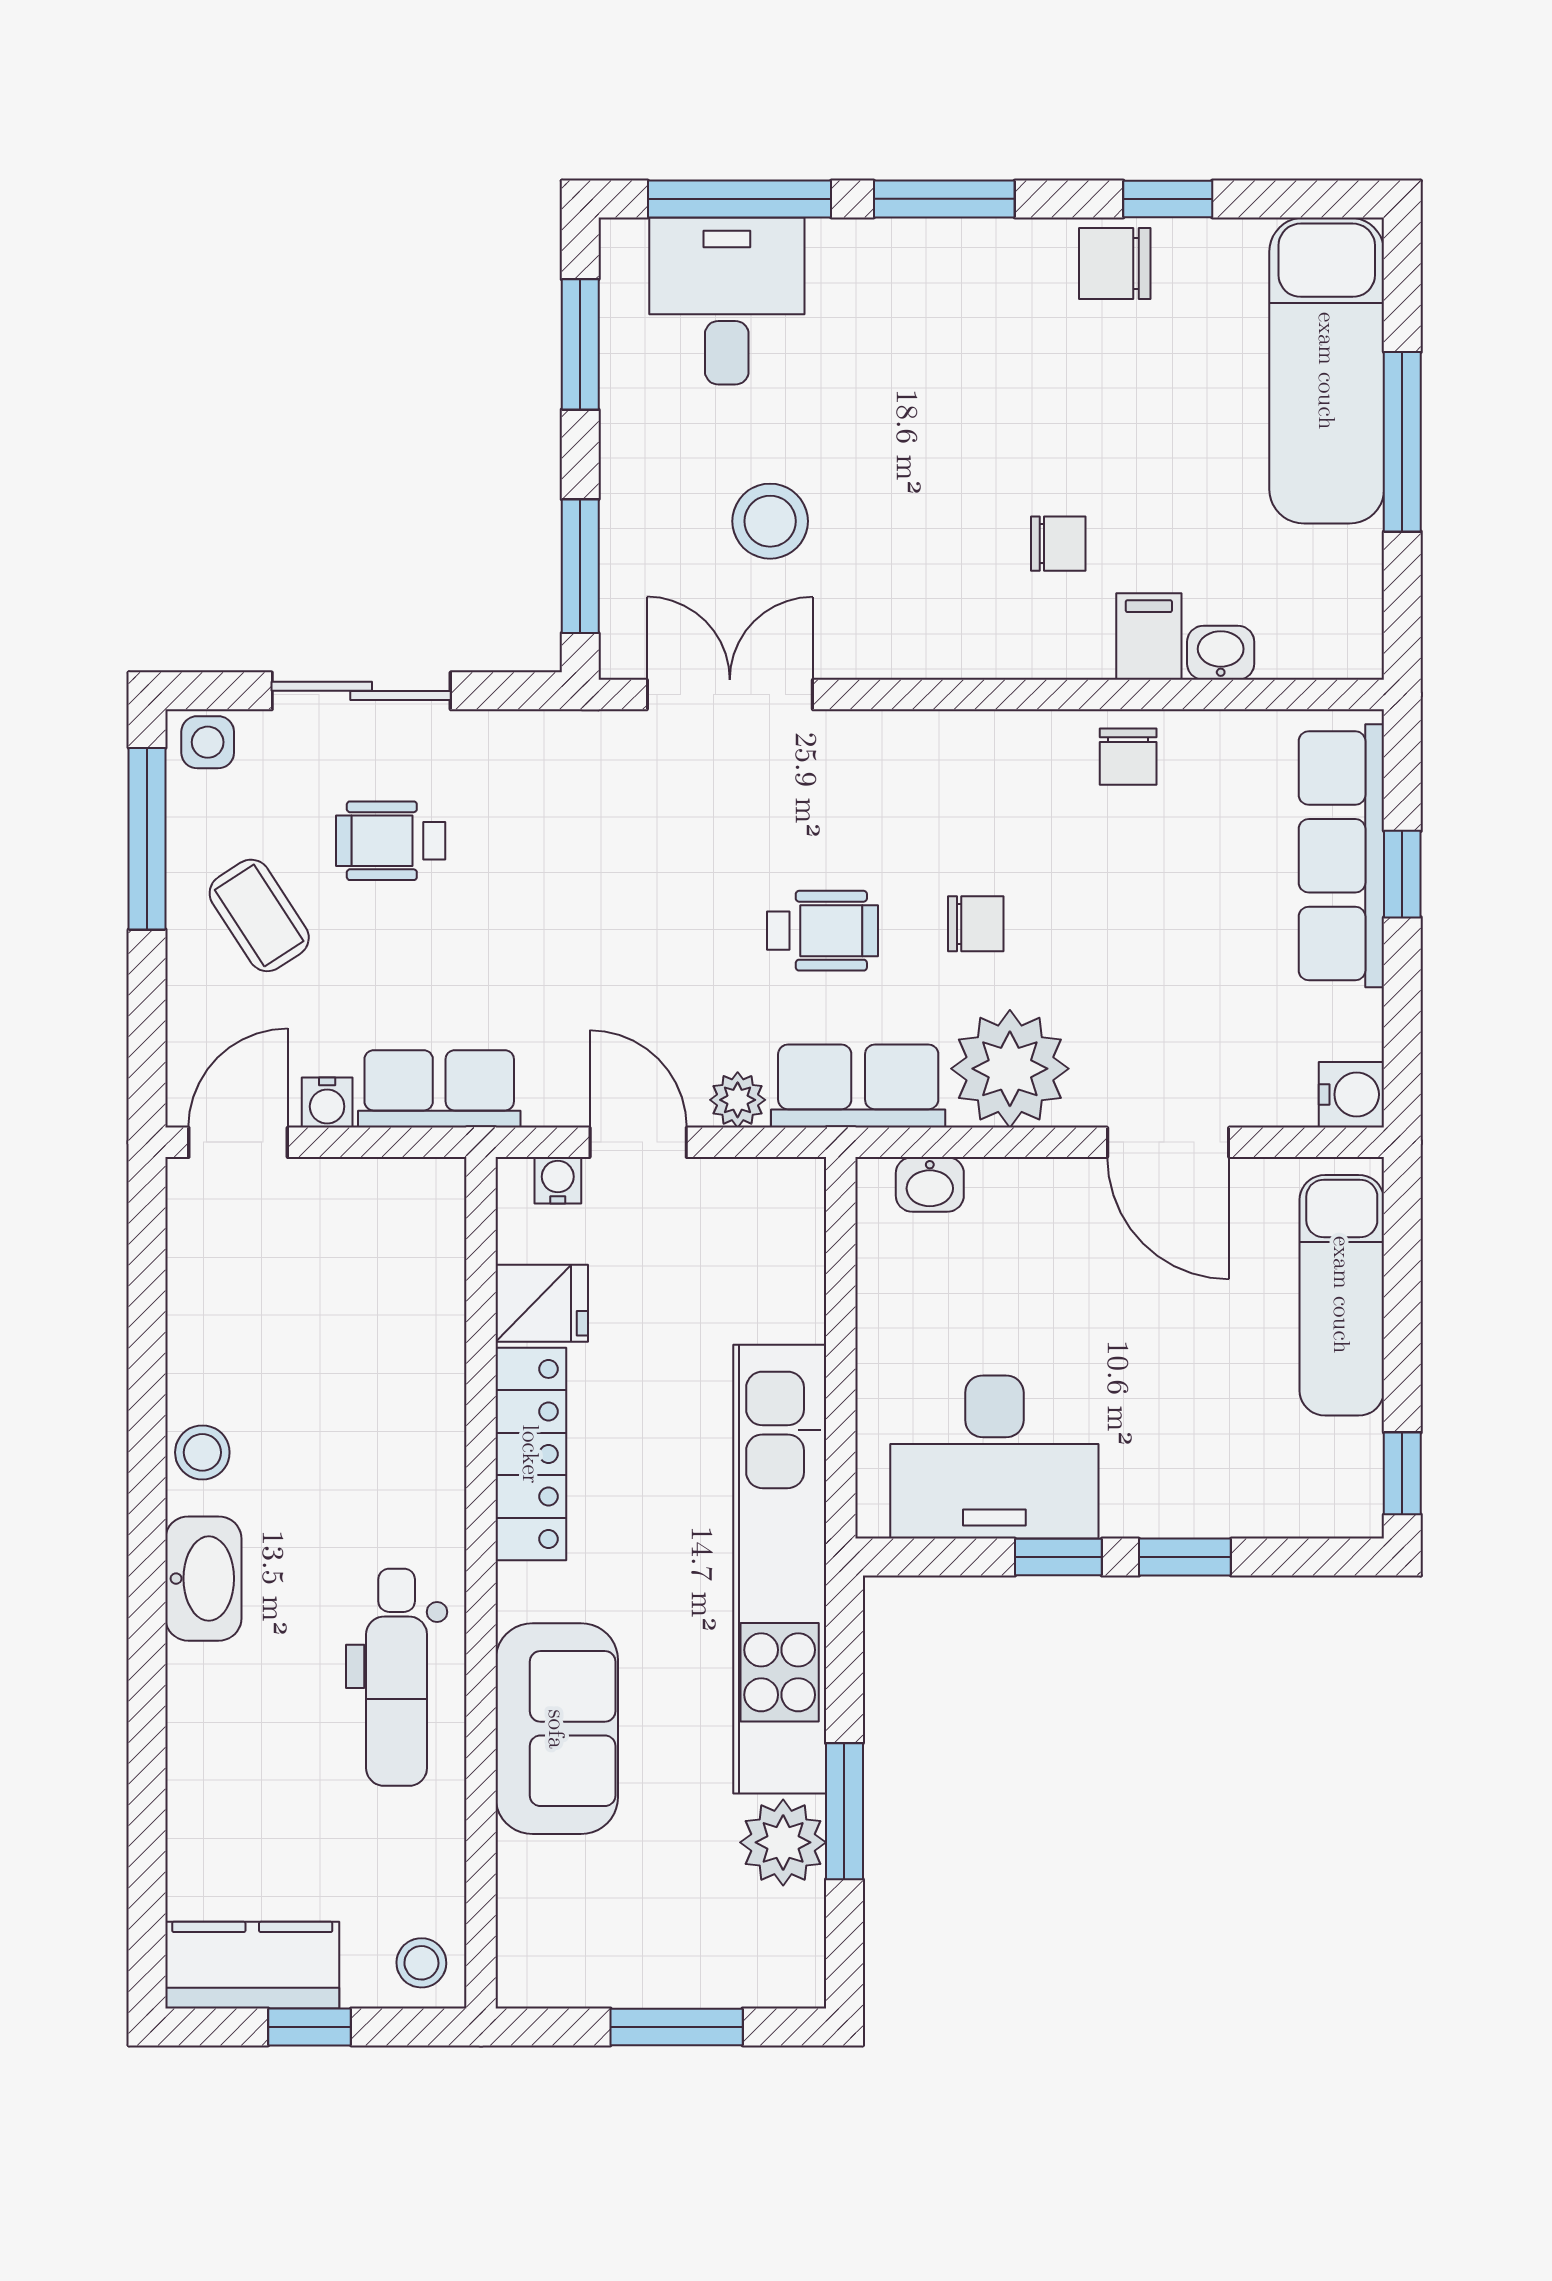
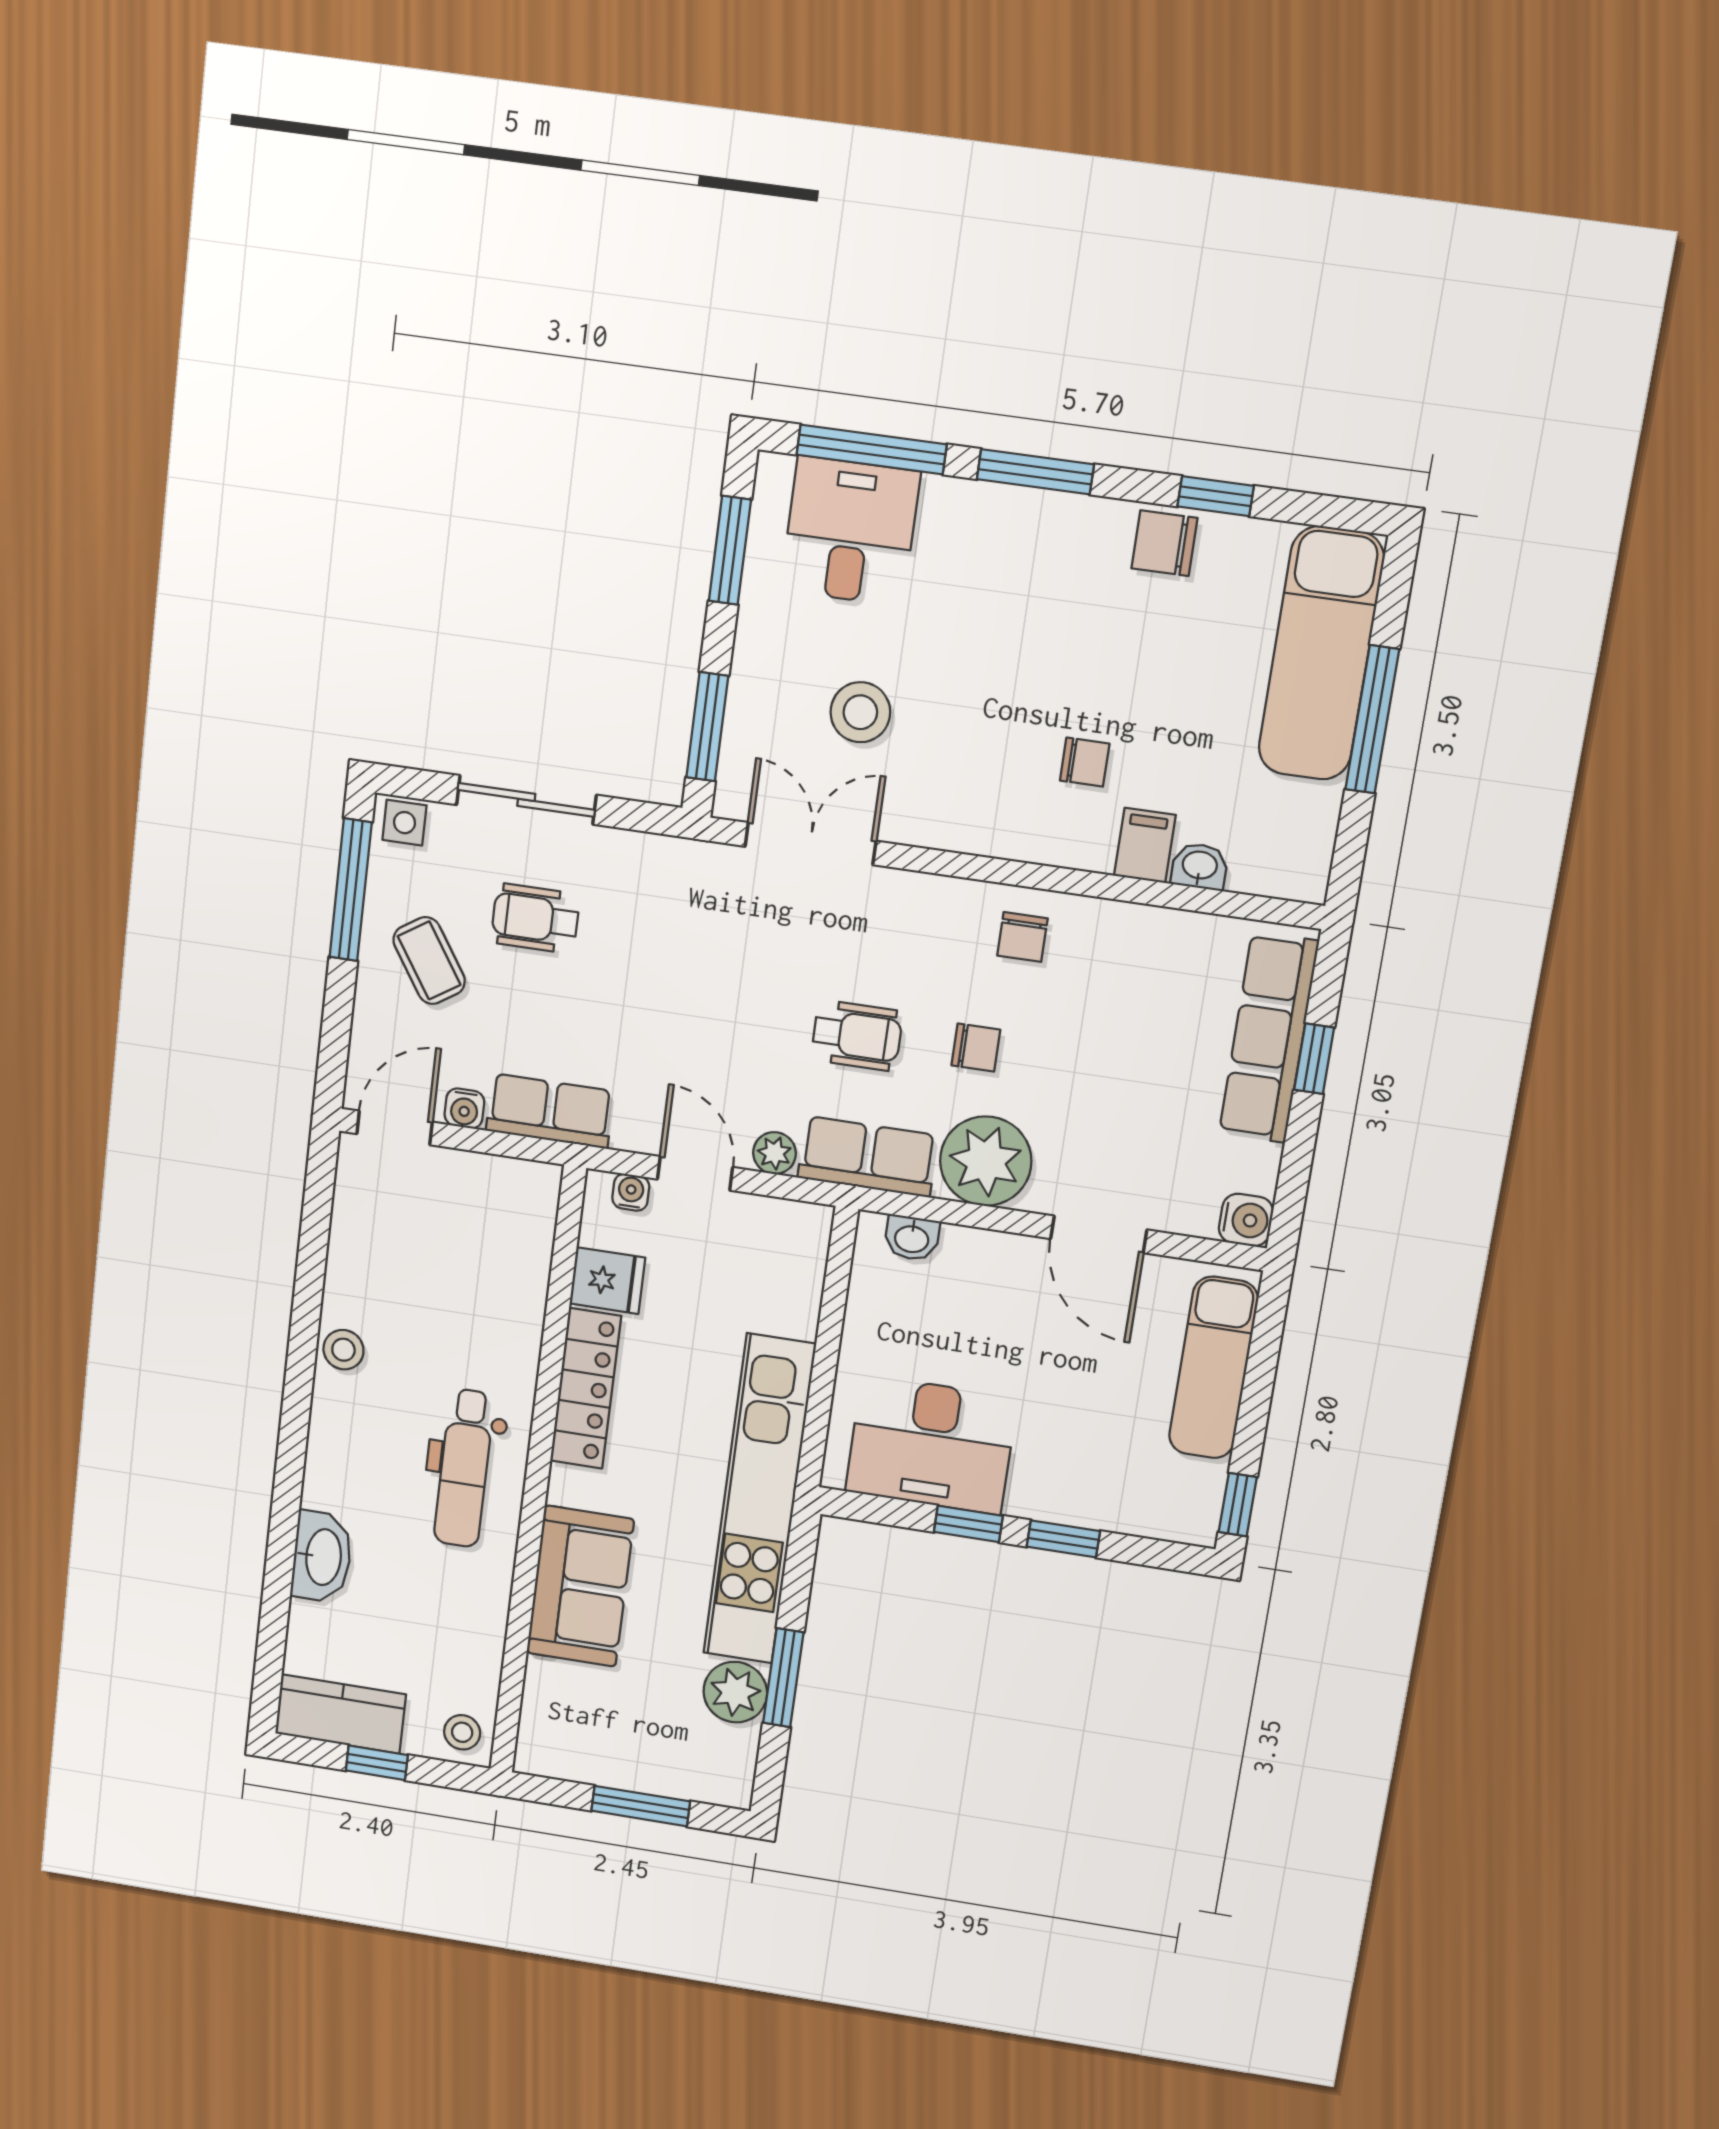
chair: (1128, 757) -> (1022, 937), moved
washbasin: (203, 1579) -> (322, 1557), moved
dental chair: (397, 1677) -> (464, 1468), moved

